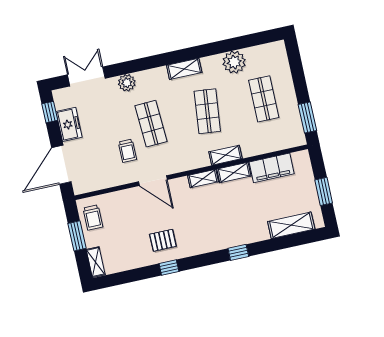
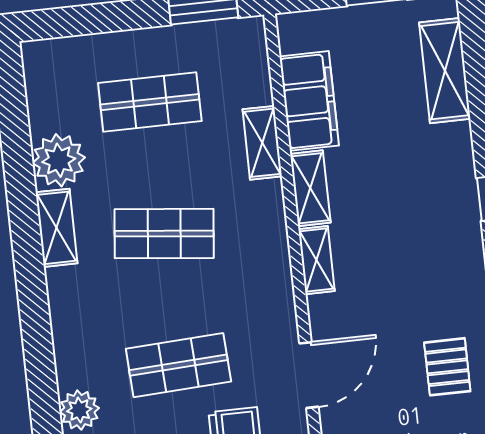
shelving: (184, 69) -> (57, 228), moved
shelving: (225, 155) -> (262, 143), moved

